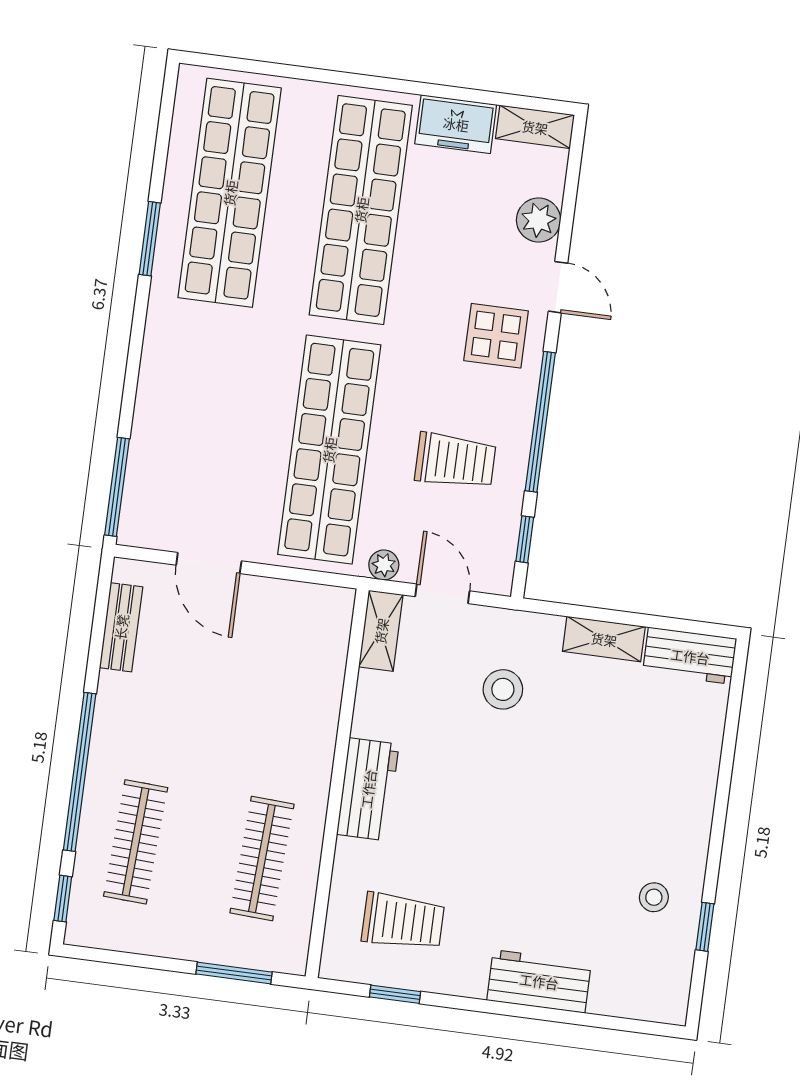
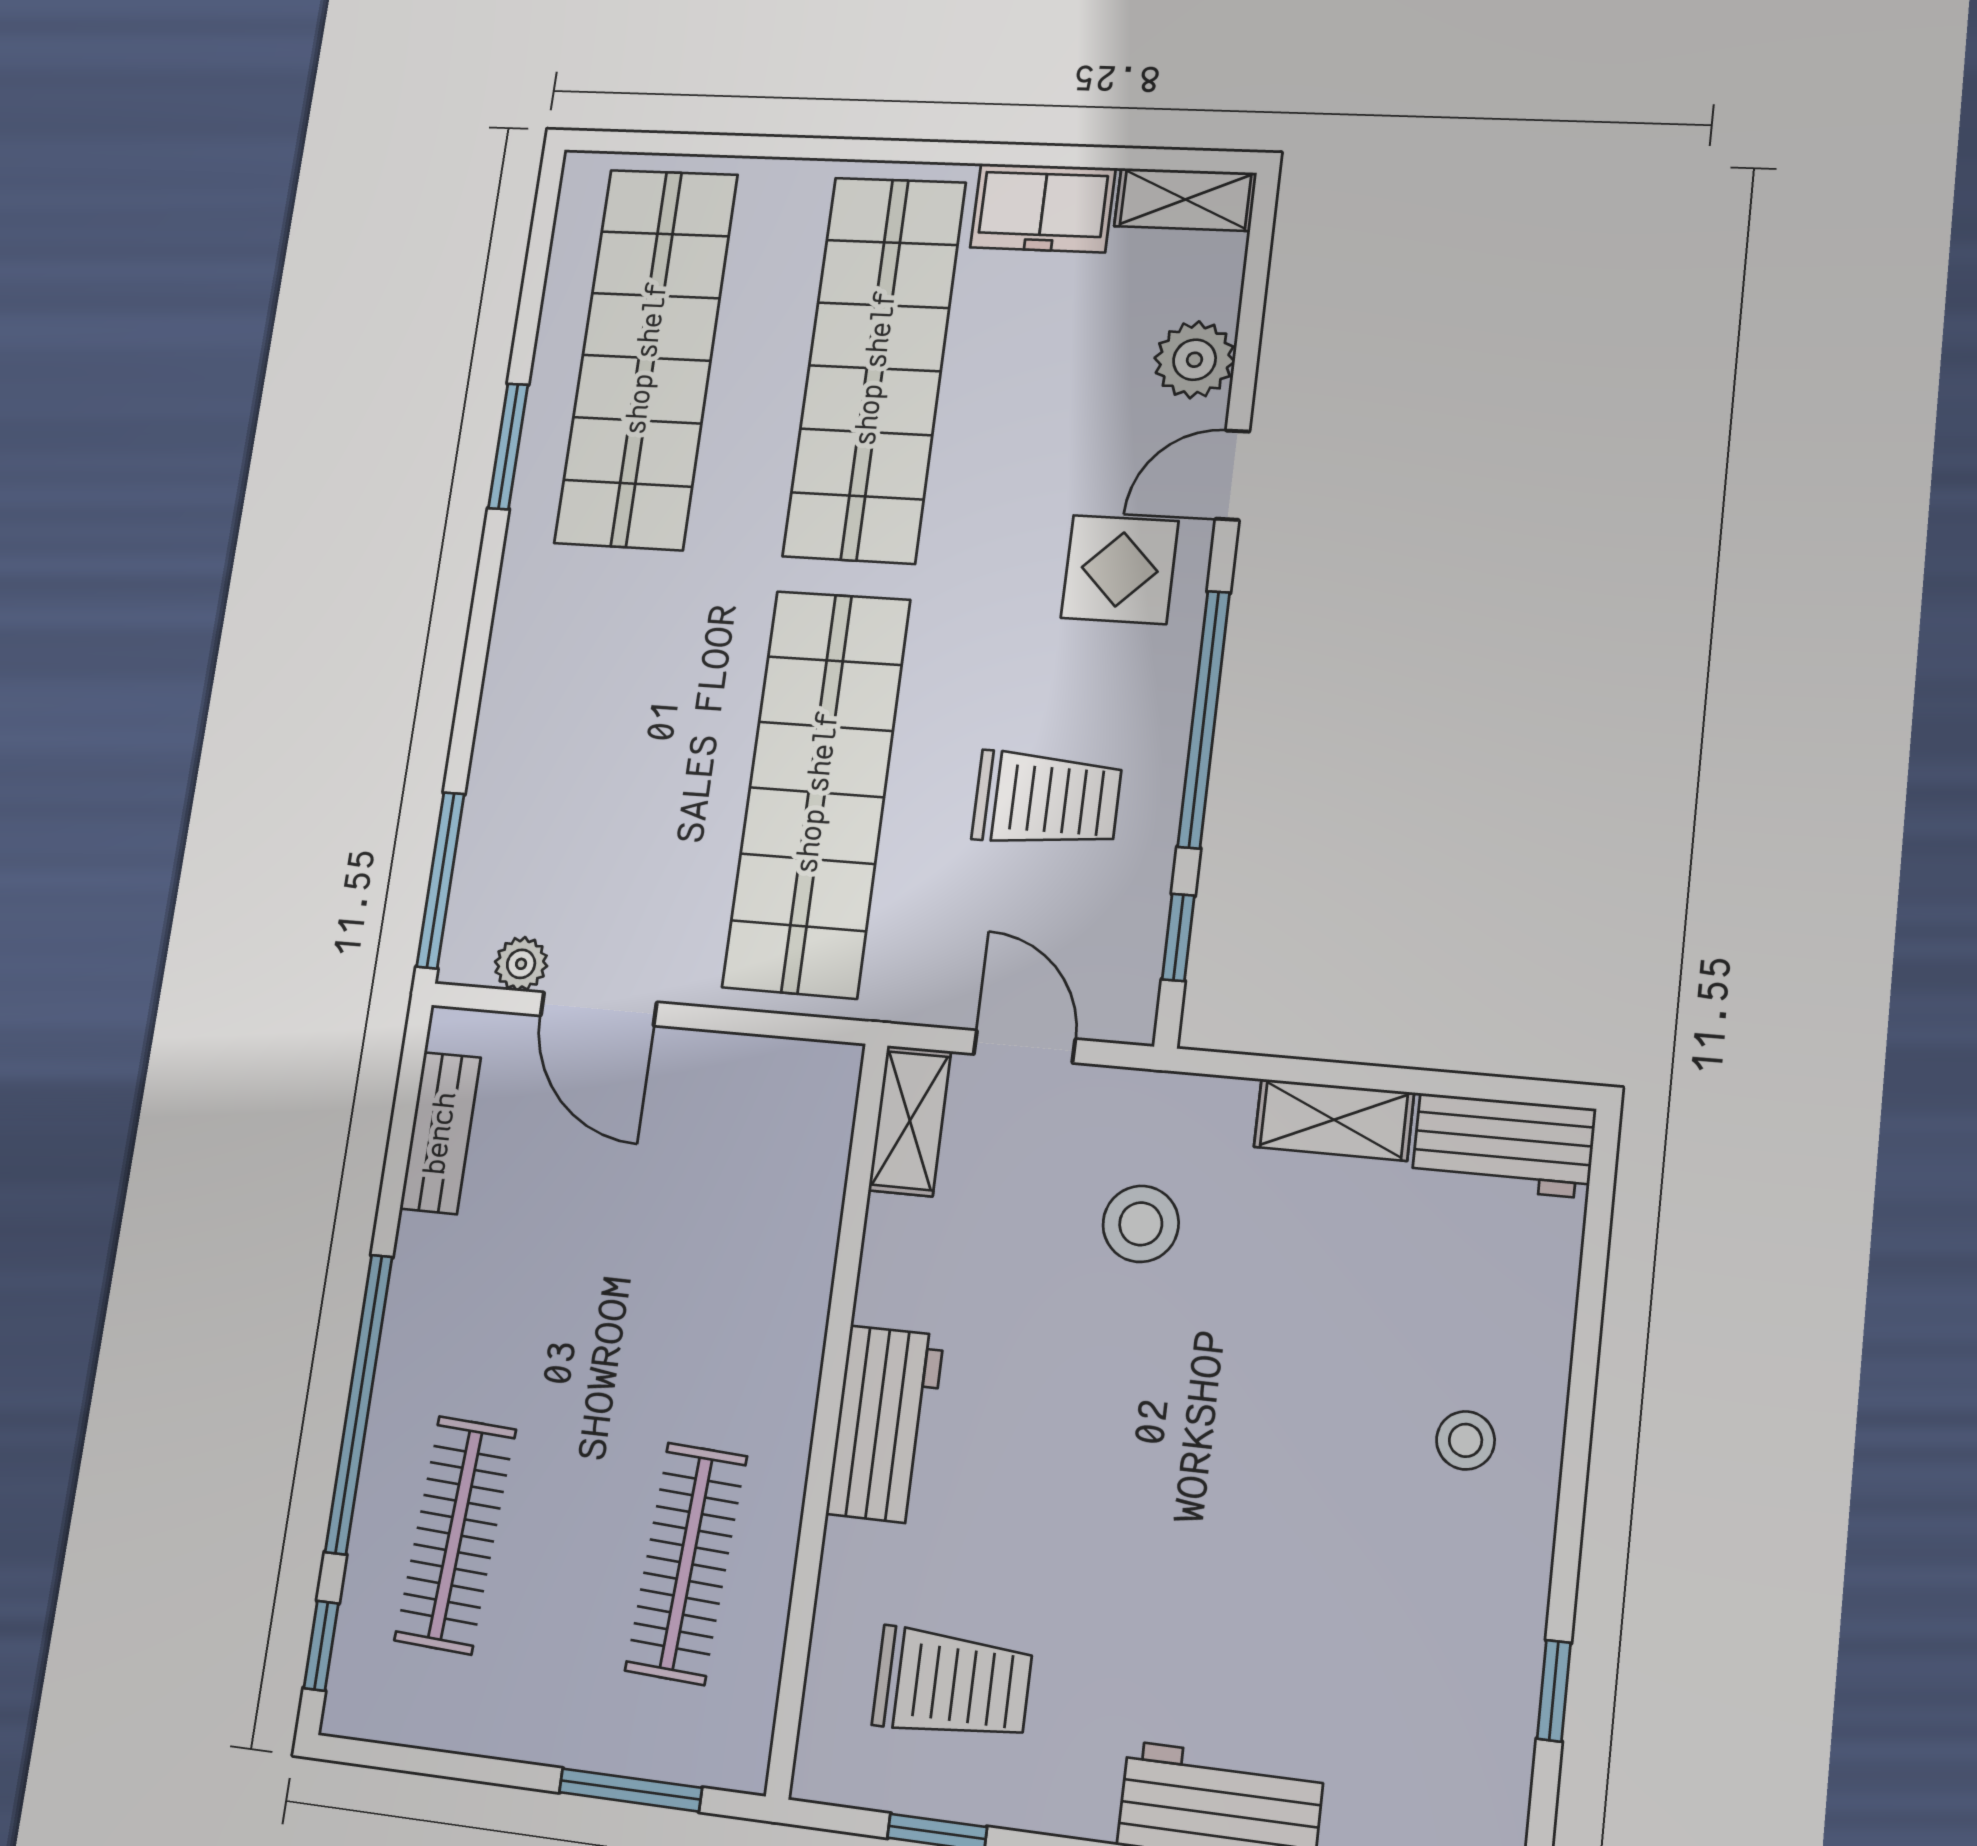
door: (558, 287) -> (1232, 475), swing flipped
plant: (384, 565) -> (521, 964), moved
stool: (654, 897) -> (1466, 1440), moved

